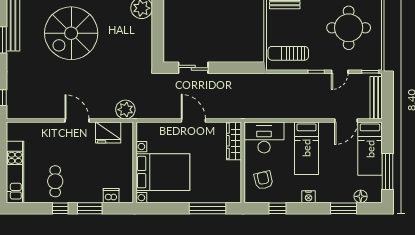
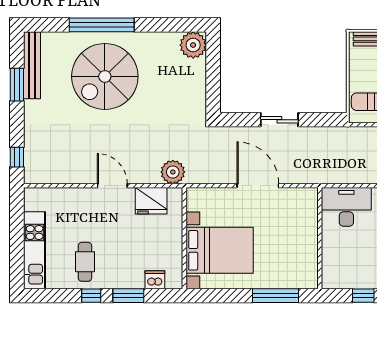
sliding door: (193, 68) -> (279, 120), moved
door: (193, 120) -> (258, 186), width x1.36
wardrobe: (234, 141) -> (309, 211), removed
armchair: (263, 180) -> (346, 261), removed

